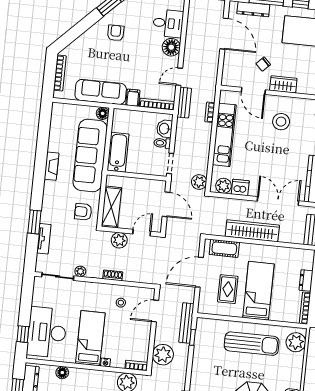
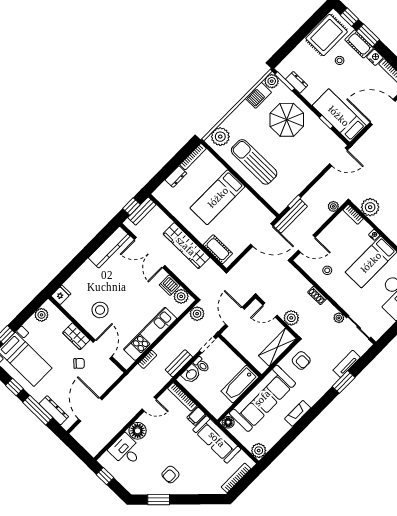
bench: (184, 103) -> (179, 363), moved
plant: (59, 110) -> (259, 451), added
door: (199, 272) -> (262, 235), moved
rug: (228, 289) -> (239, 217), removed
plant: (163, 355) -> (333, 206), width x0.53, depth x0.53

